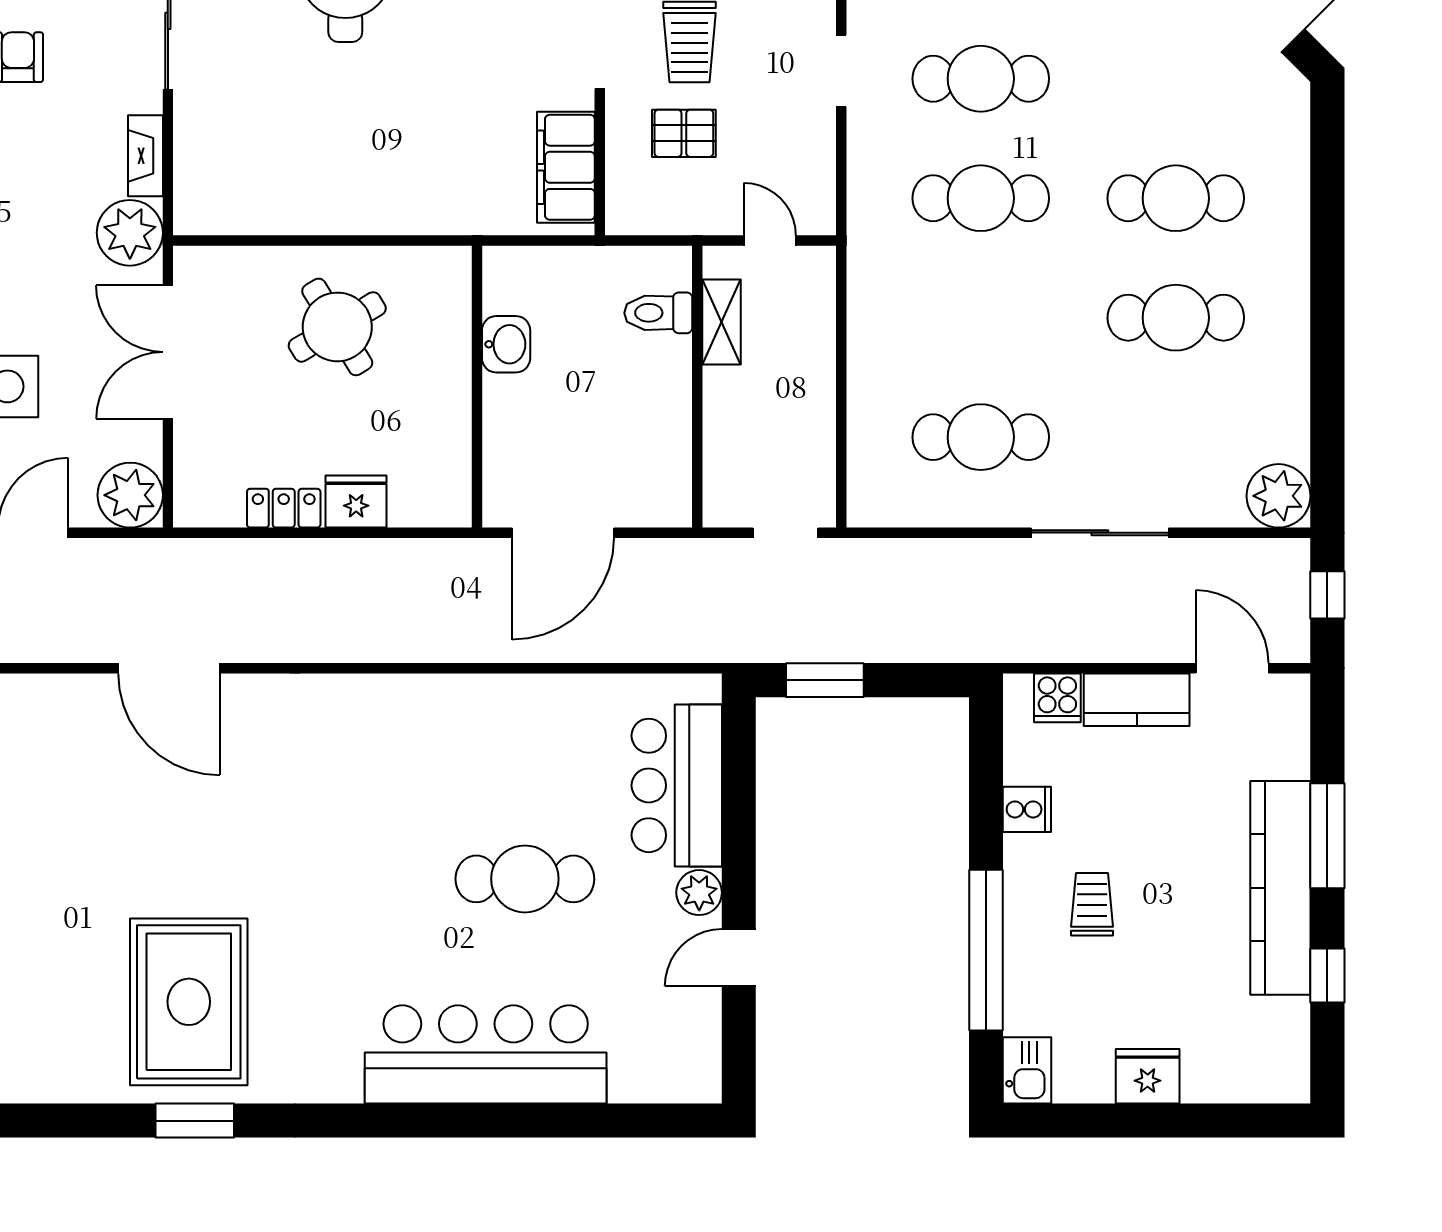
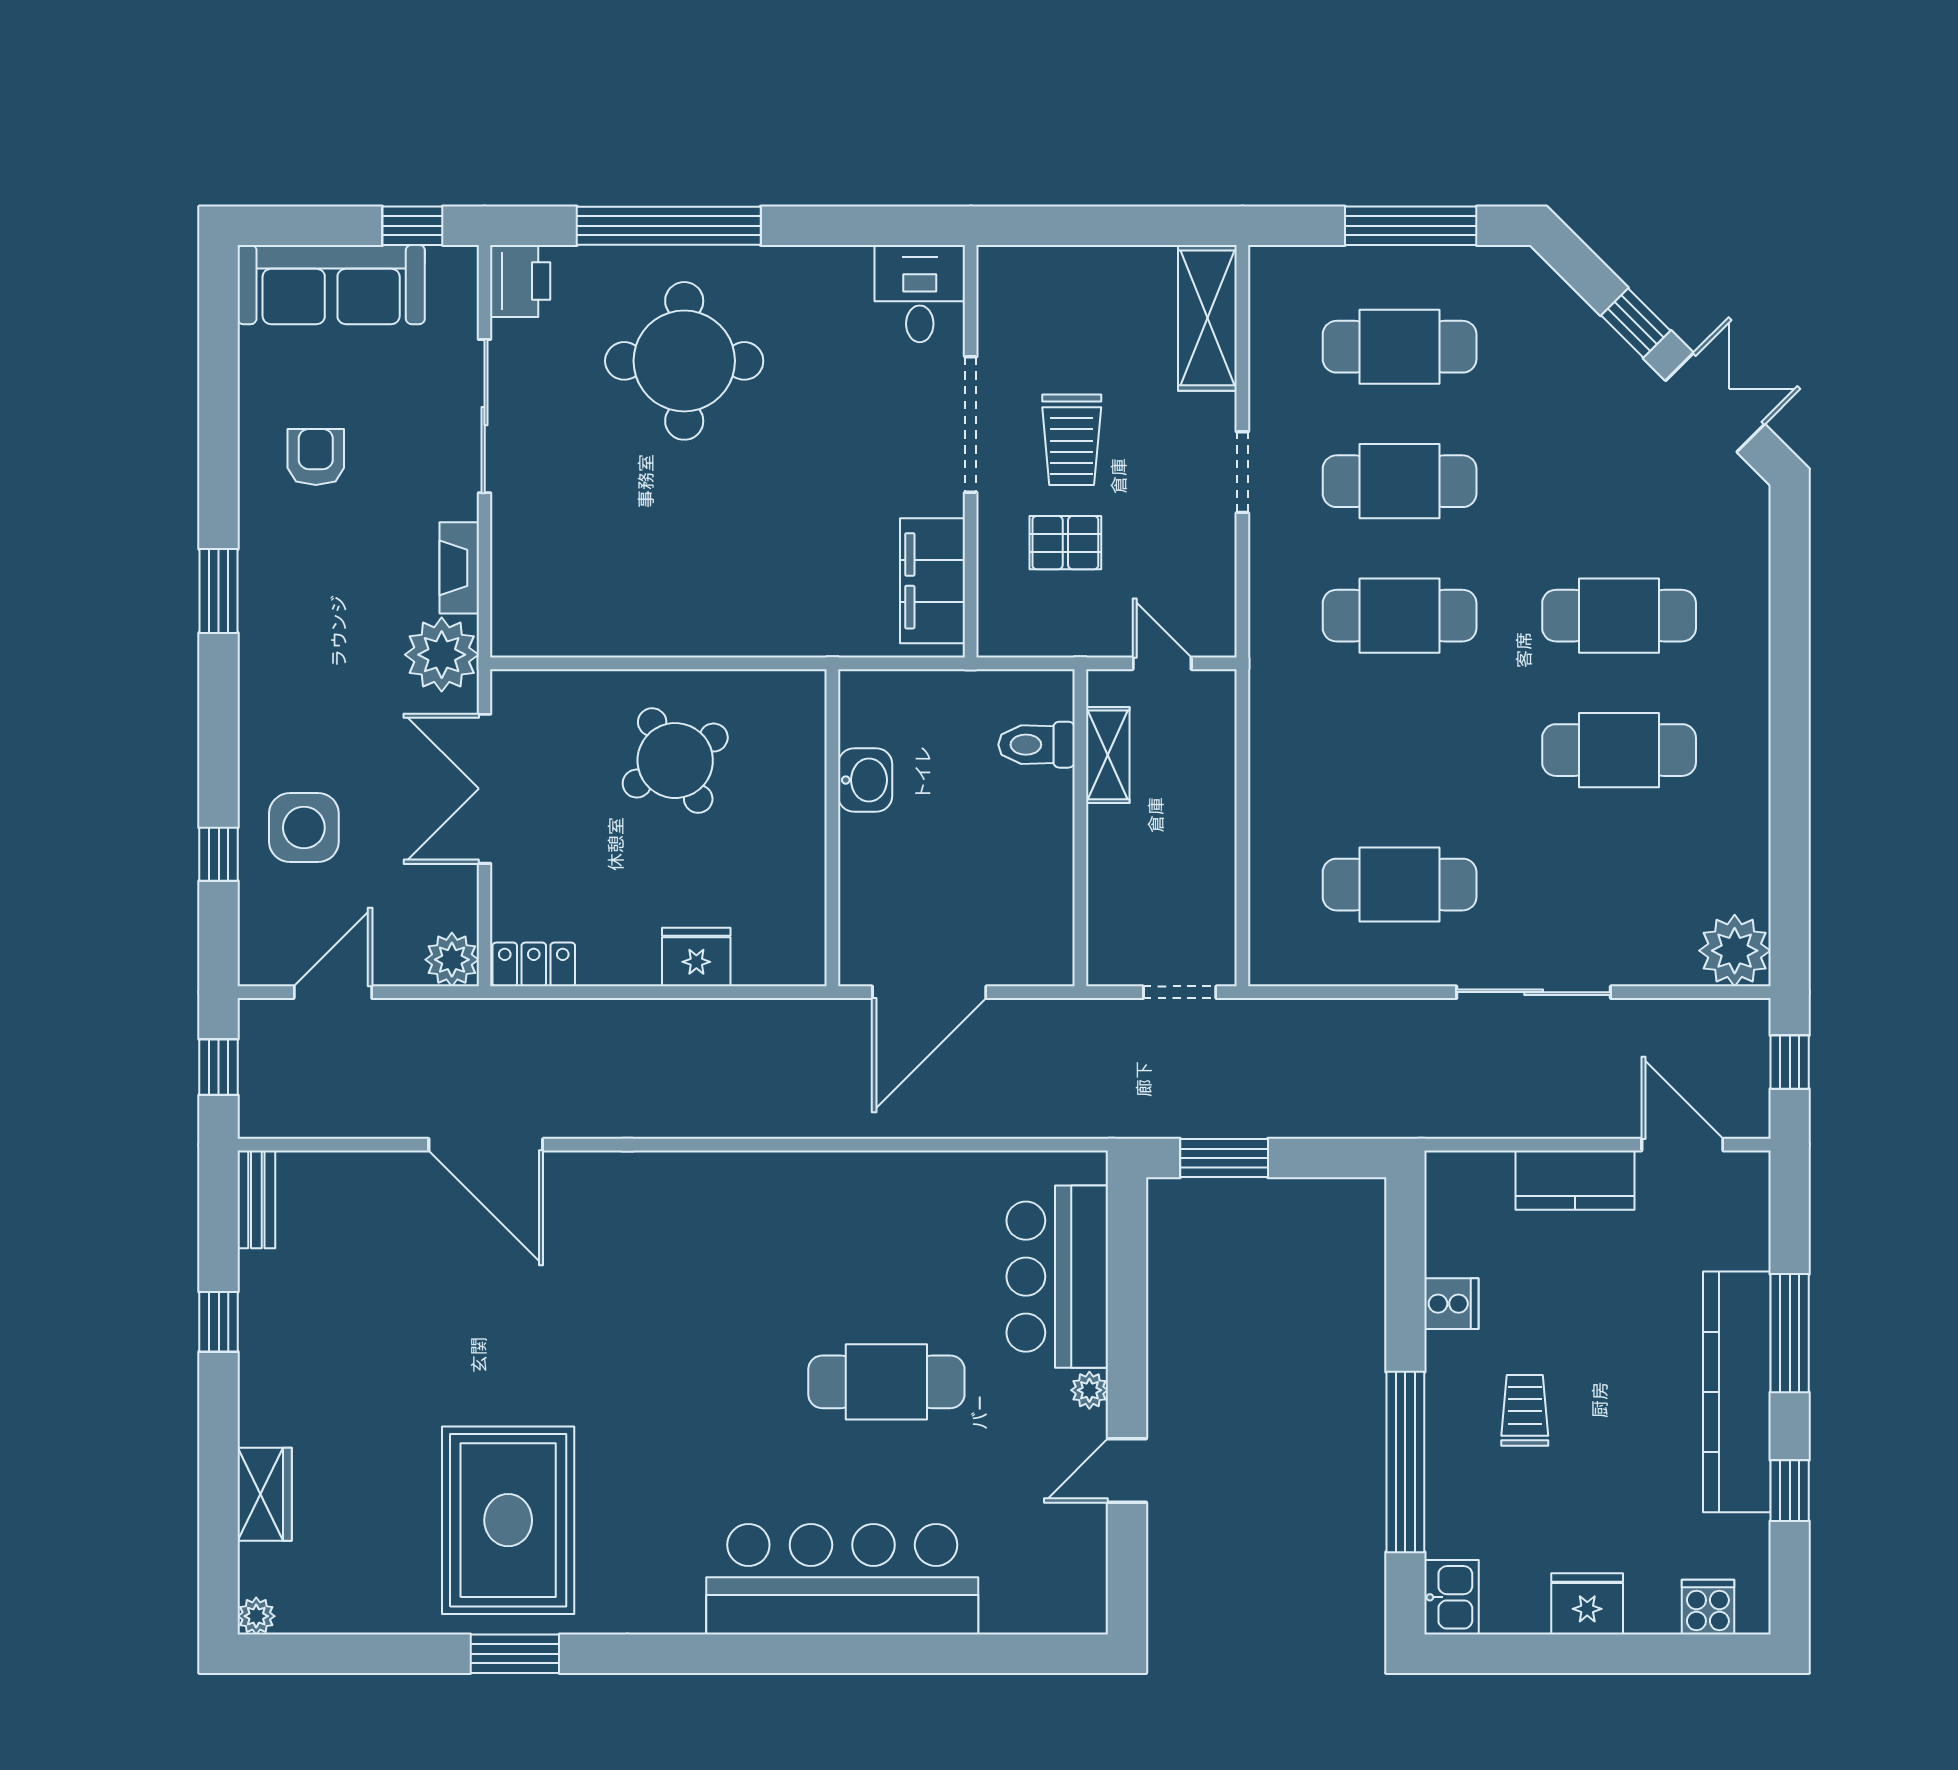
plant: (130, 495) -> (452, 960), width x0.73, depth x0.73
locker: (284, 508) -> (534, 964), moved
cooker: (1057, 698) -> (1708, 1607), moved, turned 180
plant: (699, 893) -> (1089, 1390), width x0.73, depth x0.73

